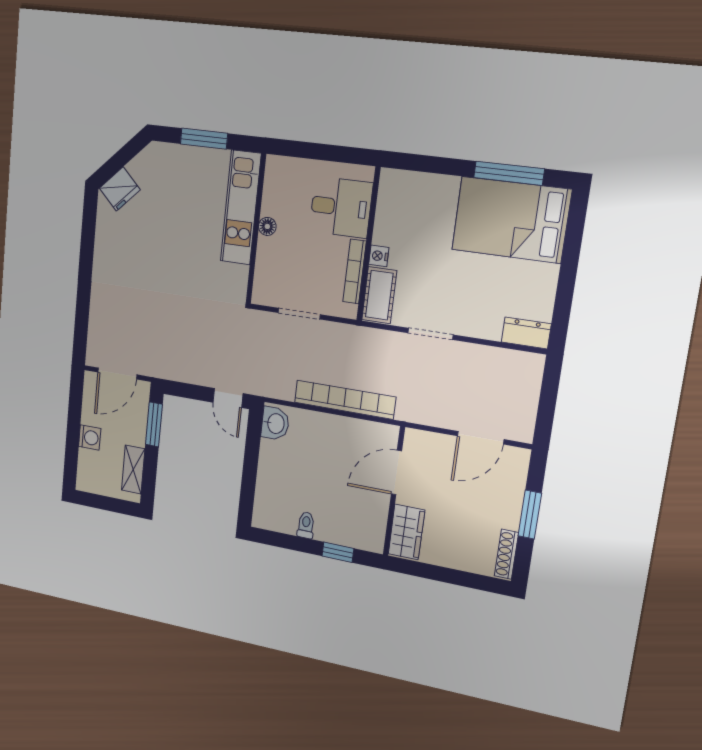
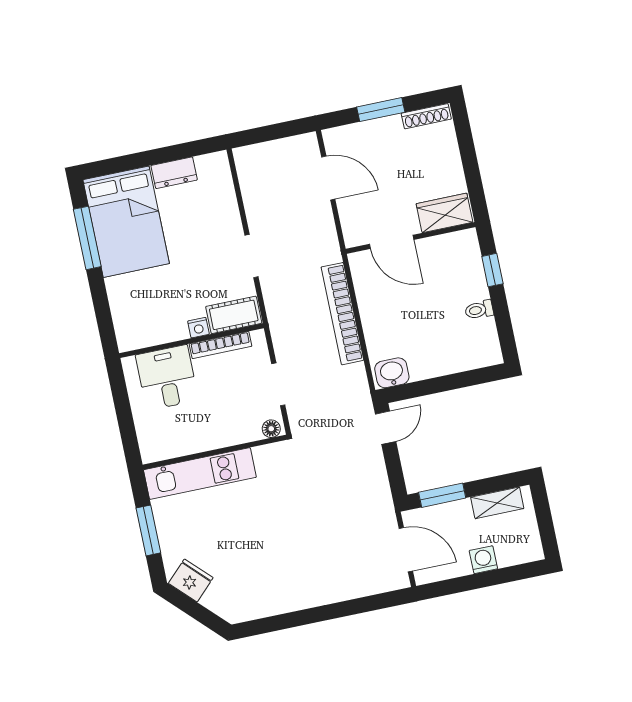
fridge: (120, 189) -> (191, 580), moved
floor lamp: (267, 226) -> (271, 429), moved
dresser: (526, 333) -> (174, 173), moved, turned -90

